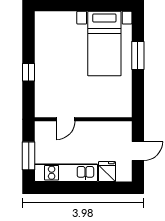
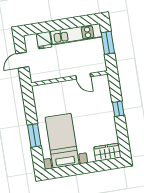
wardrobe: (51, 20) -> (107, 152), added
door: (66, 119) -> (83, 76), swing flipped

